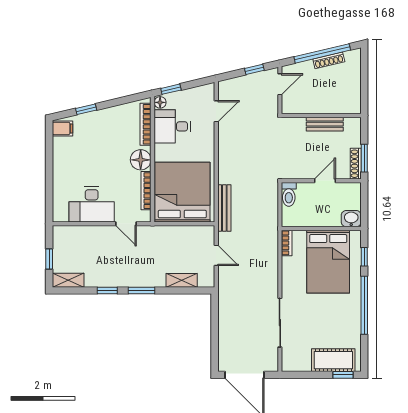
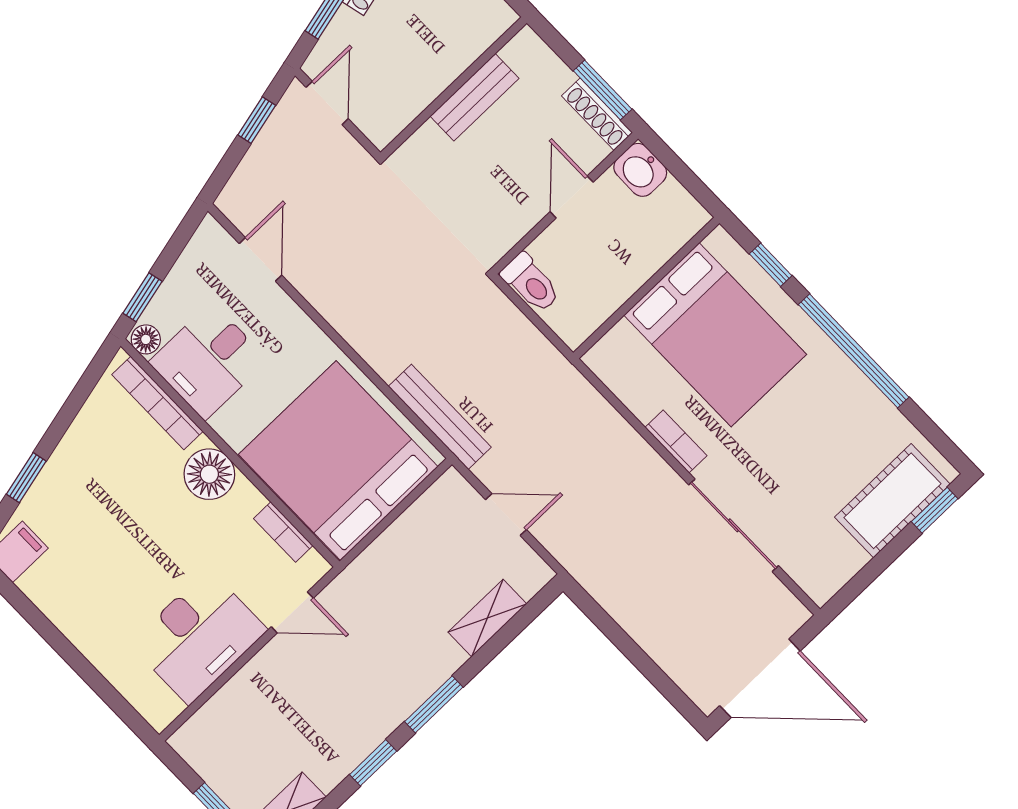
bookcase: (146, 191) -> (283, 532), width x0.64
washbasin: (351, 219) -> (640, 170), moved, turned -90
bookcase: (287, 243) -> (676, 441), moved

